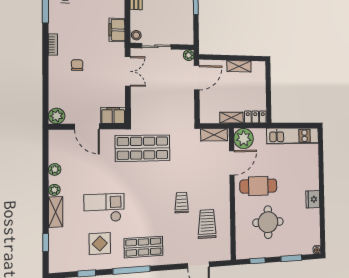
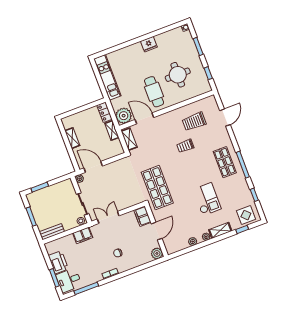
checkout: (104, 208) -> (207, 199), turned 180
display table: (100, 244) -> (246, 215), moved

